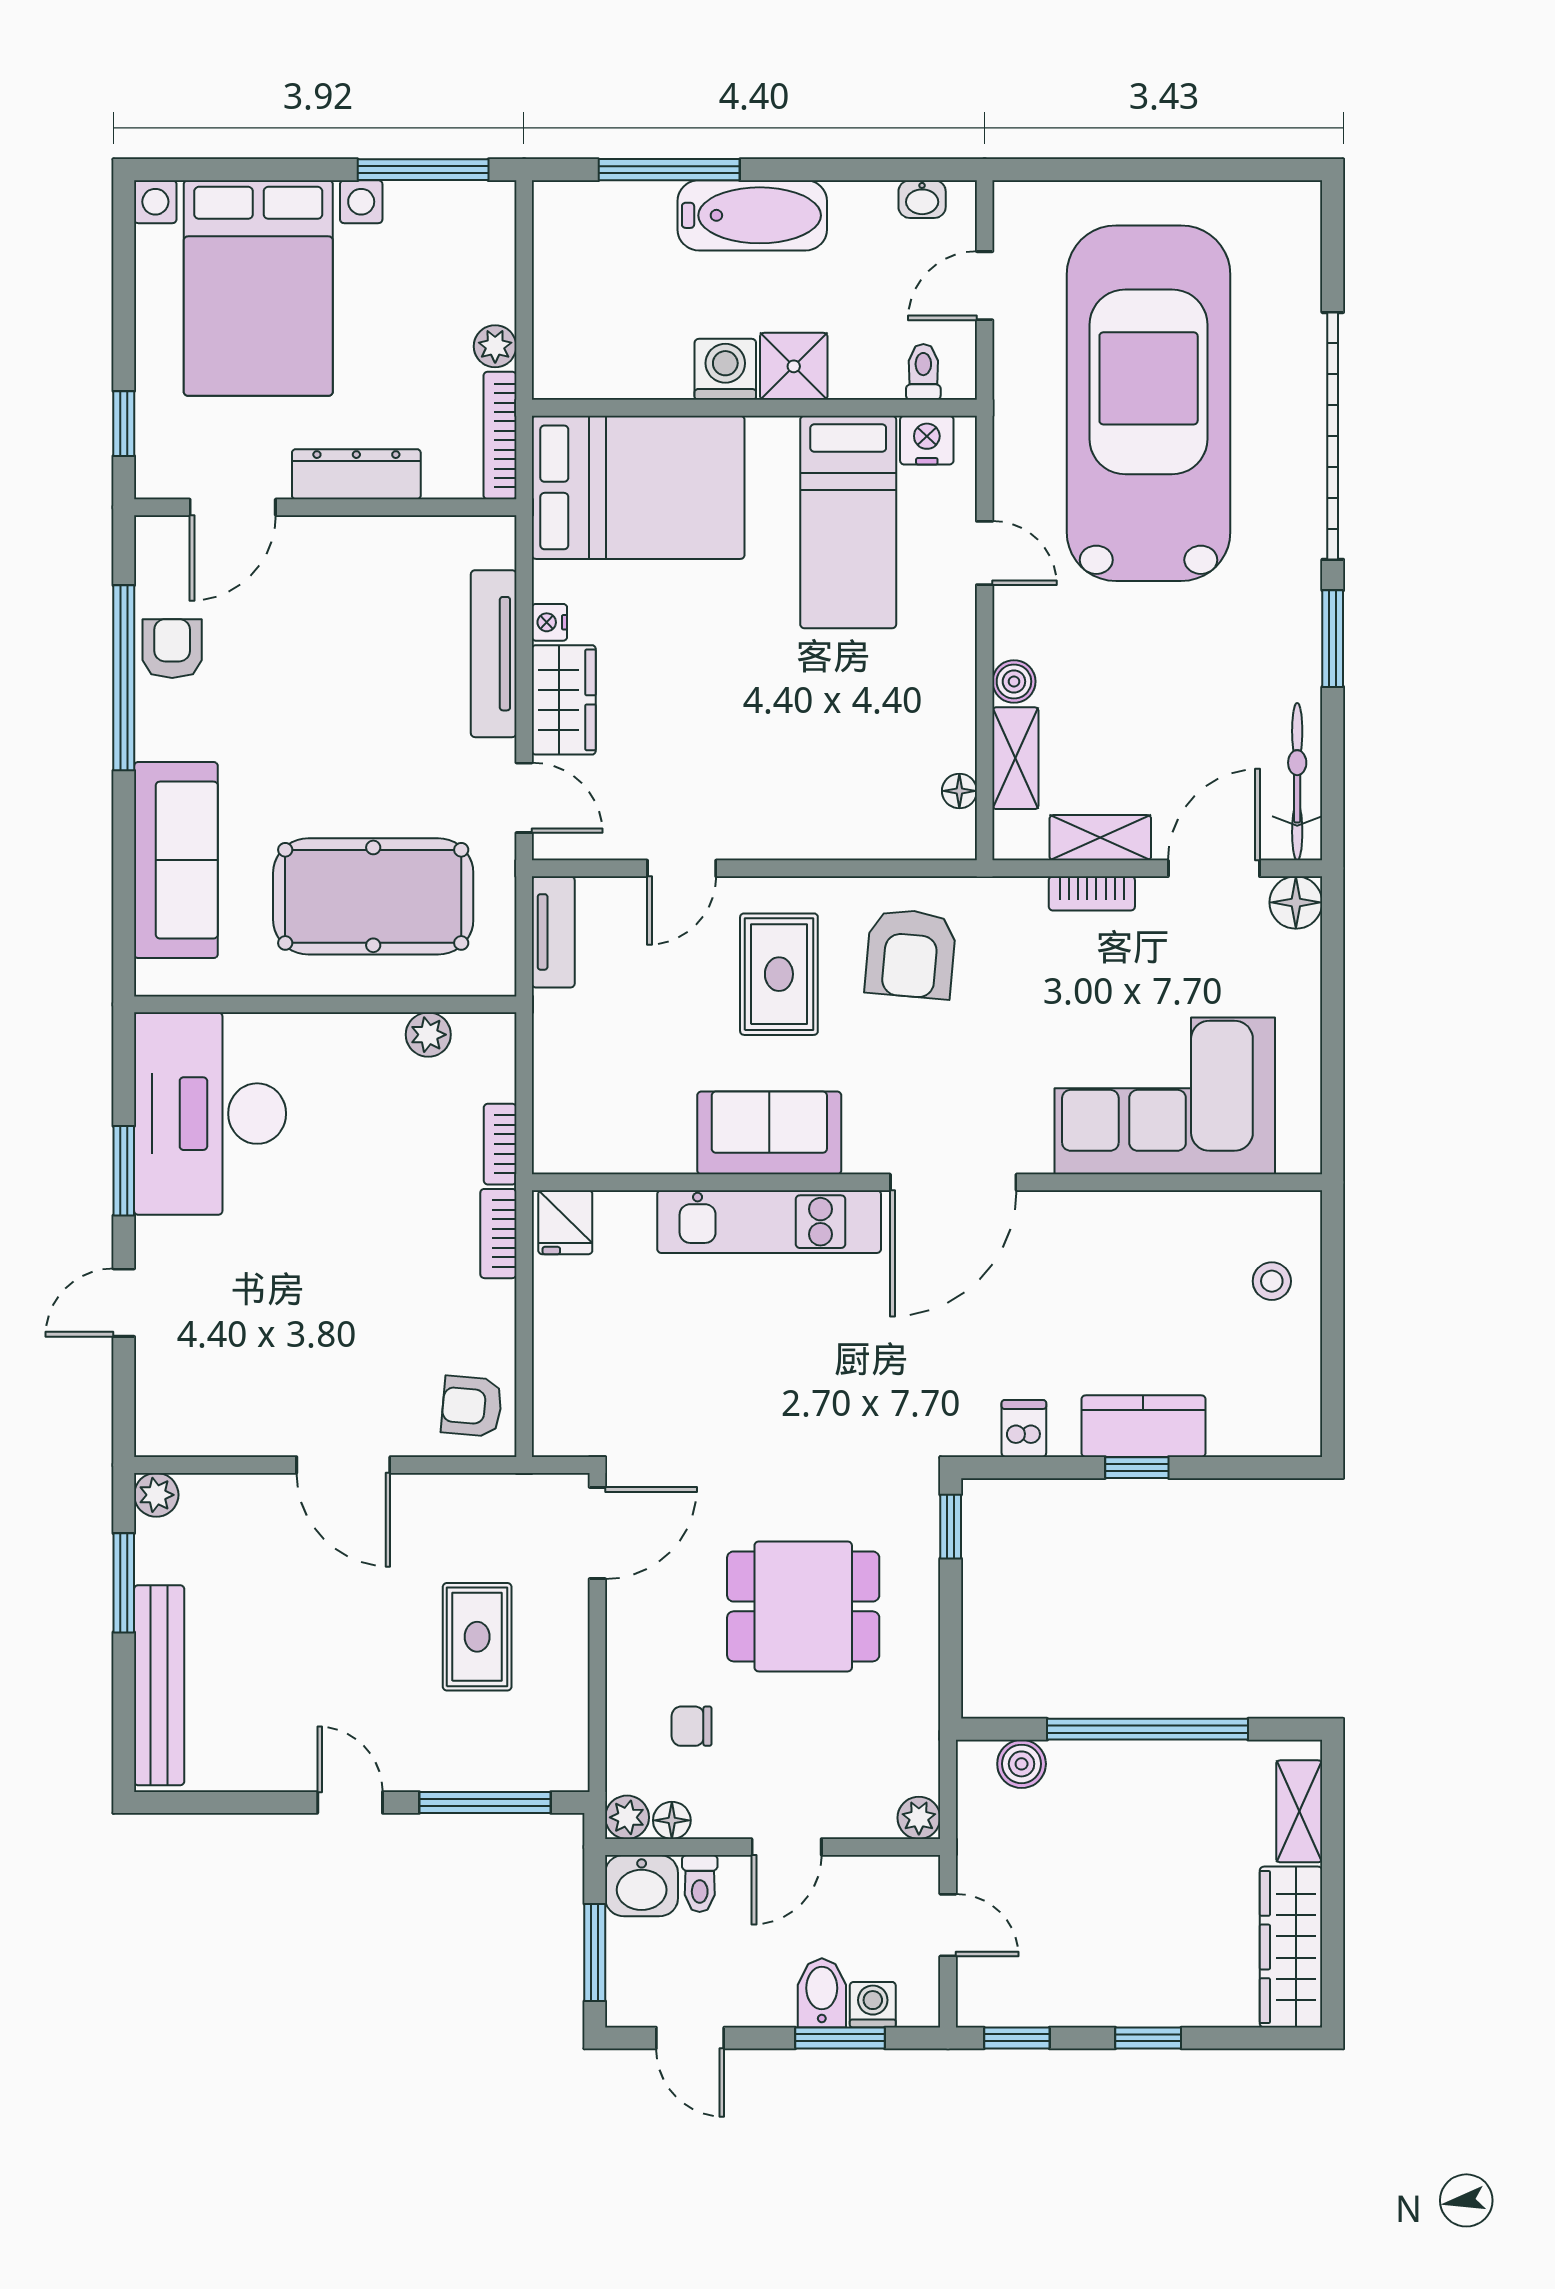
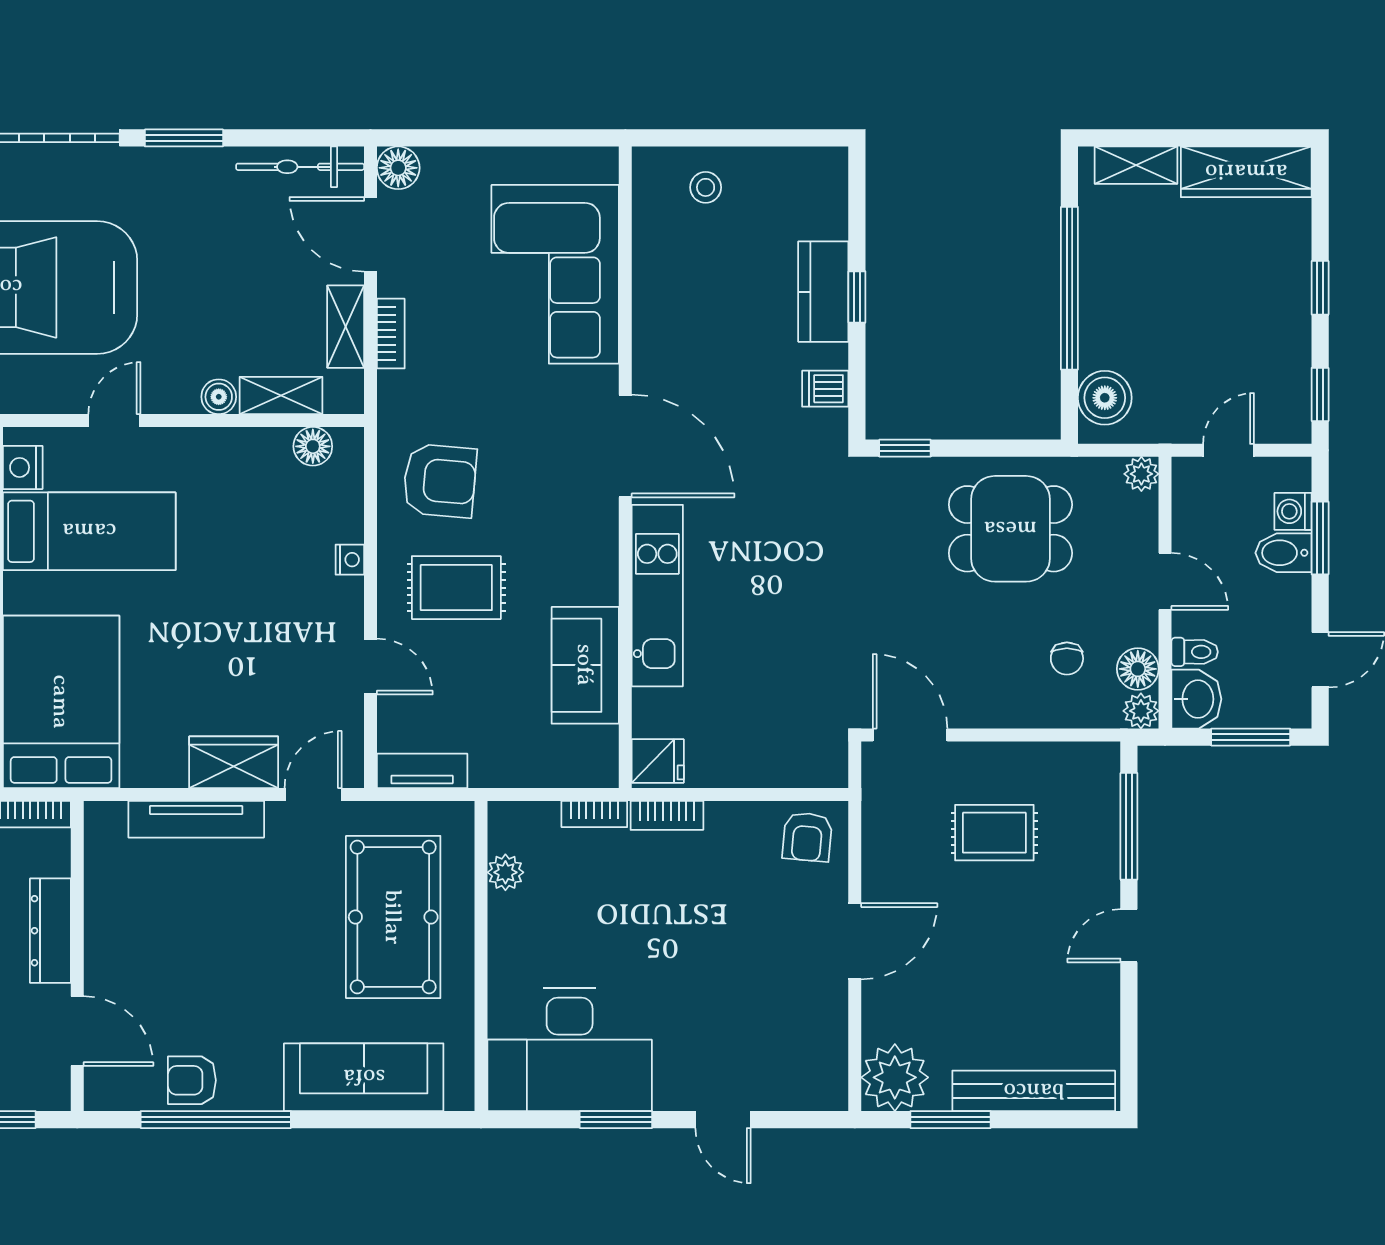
nightstand: (549, 622) -> (350, 560), moved, turned -90
floor lamp: (959, 791) -> (313, 446), width x1.37, depth x1.37
sofa: (769, 1133) -> (585, 665), moved
plant: (156, 1495) -> (895, 1077), width x1.88, depth x1.88
dining table: (803, 1606) -> (1010, 529), moved, turned 90
boiler: (1022, 1764) -> (1105, 398), width x1.36, depth x1.36
floor lamp: (672, 1820) -> (1138, 669), width x1.37, depth x1.37

